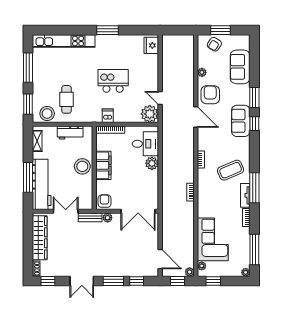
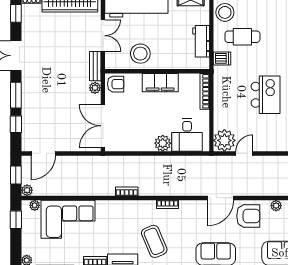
dishwasher: (108, 116) -> (222, 58), moved
stool: (82, 166) -> (140, 54), moved

